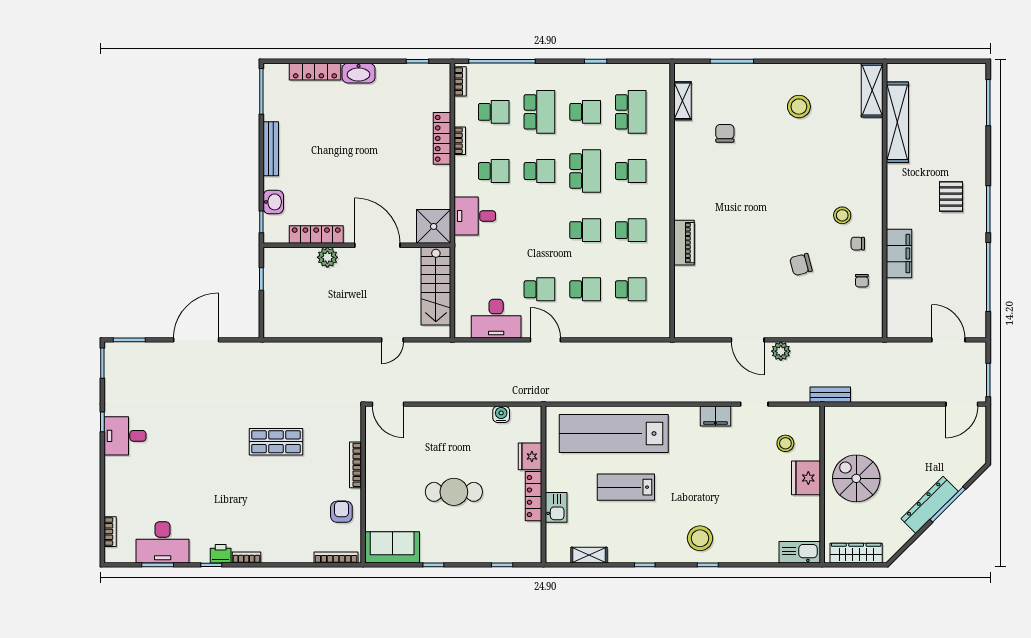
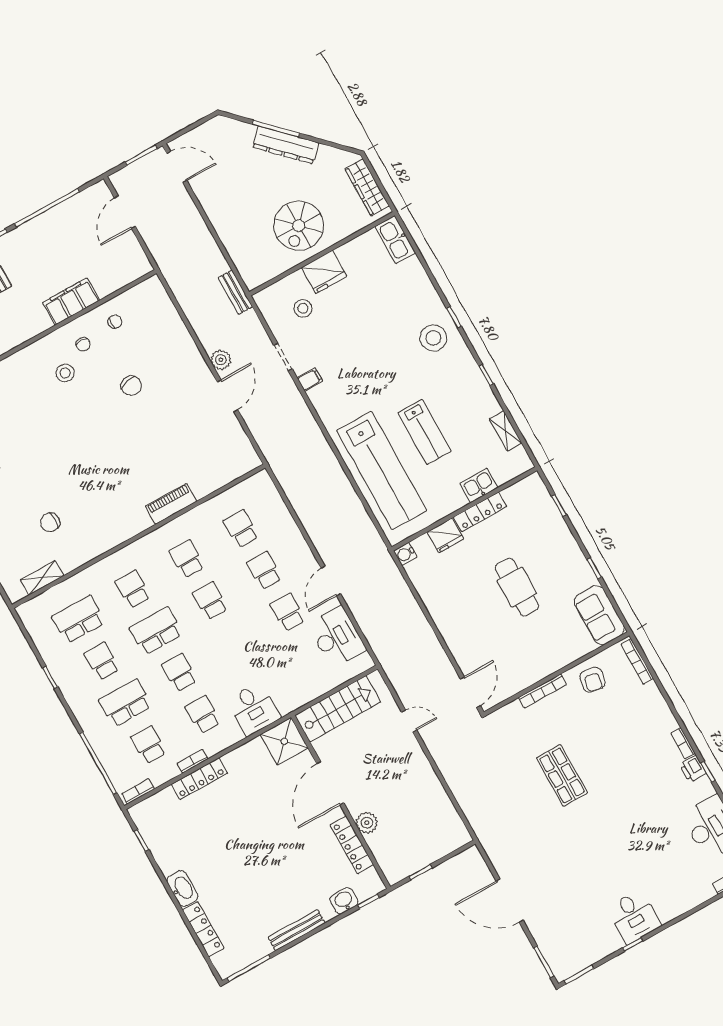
water cooler: (501, 414) -> (405, 554), moved
filing cabinet: (715, 416) -> (310, 380), width x0.50
armchair: (341, 512) -> (593, 680), turned -79

